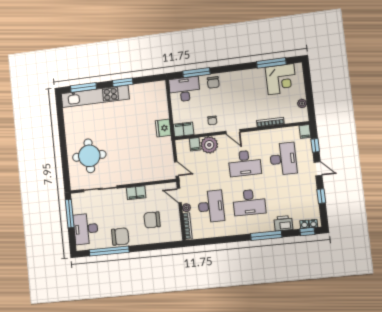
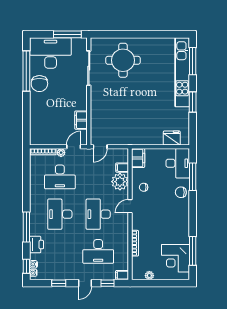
fridge: (163, 128) -> (172, 138), moved
filing cabinet: (136, 193) -> (81, 120), moved
chair: (152, 220) -> (53, 117), removed
desk: (86, 229) -> (51, 53), width x1.36, depth x1.30

